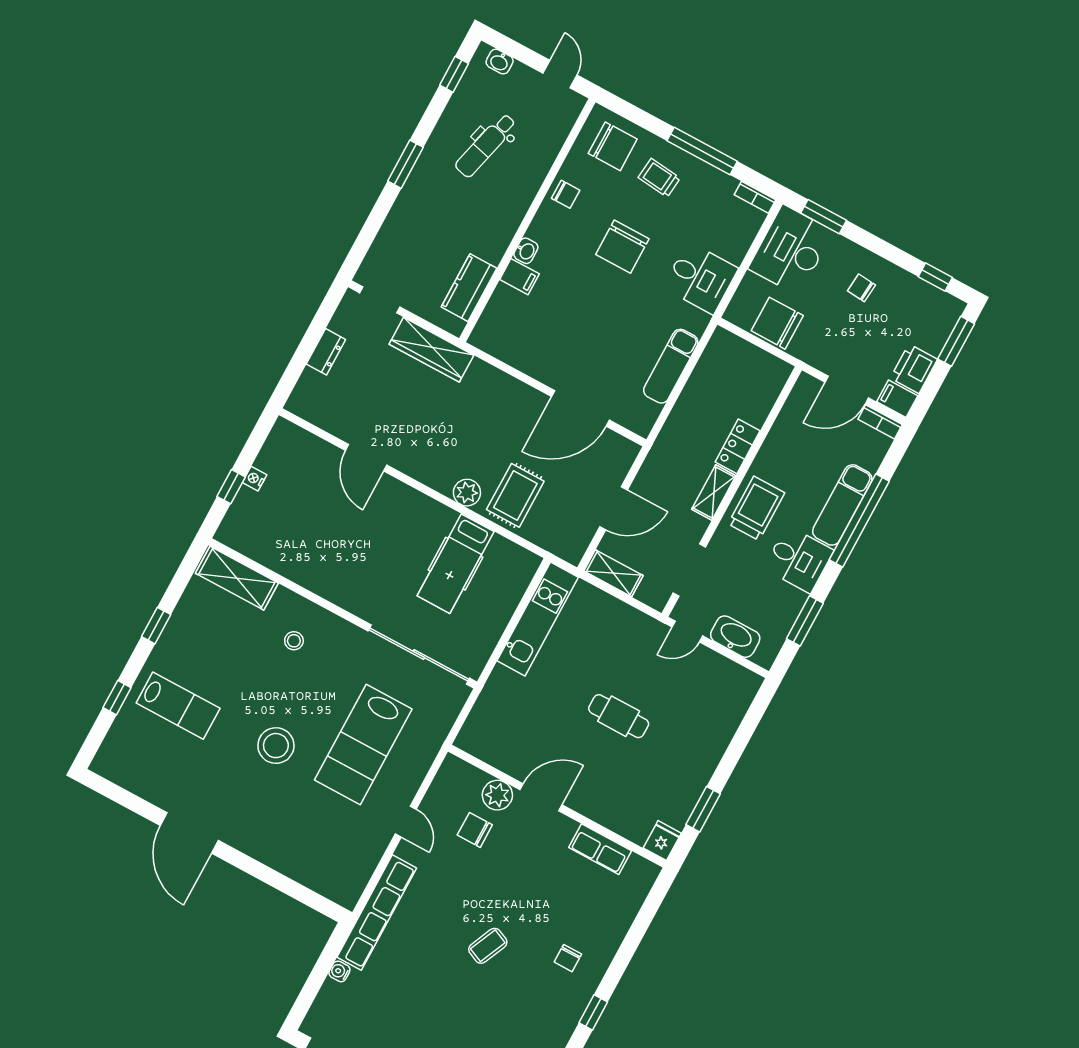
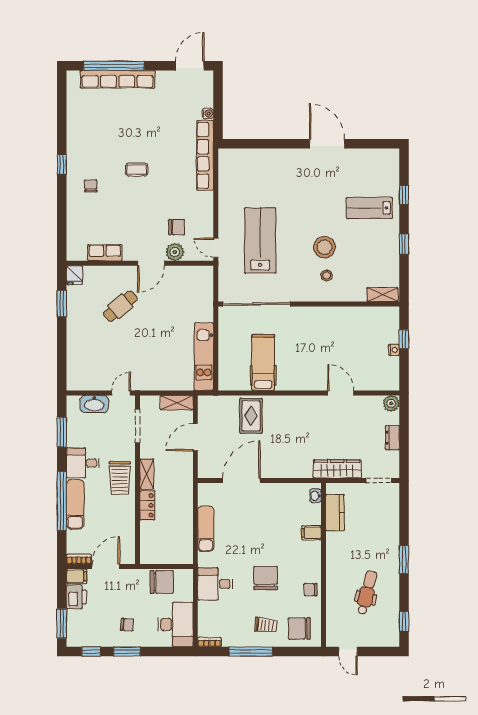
washbasin: (500, 62) -> (384, 641), removed
window: (824, 217) -> (127, 652), moved
washbasin: (526, 251) -> (315, 496), moved
plant: (467, 493) -> (391, 403), moved
shelving: (237, 578) -> (383, 295), width x0.67, depth x0.75
cafe table: (619, 716) -> (120, 306), moved, turned -40
stool: (276, 746) -> (324, 247), moved
door: (406, 822) -> (216, 248), moved
coffee table: (488, 946) -> (137, 170), turned 66

